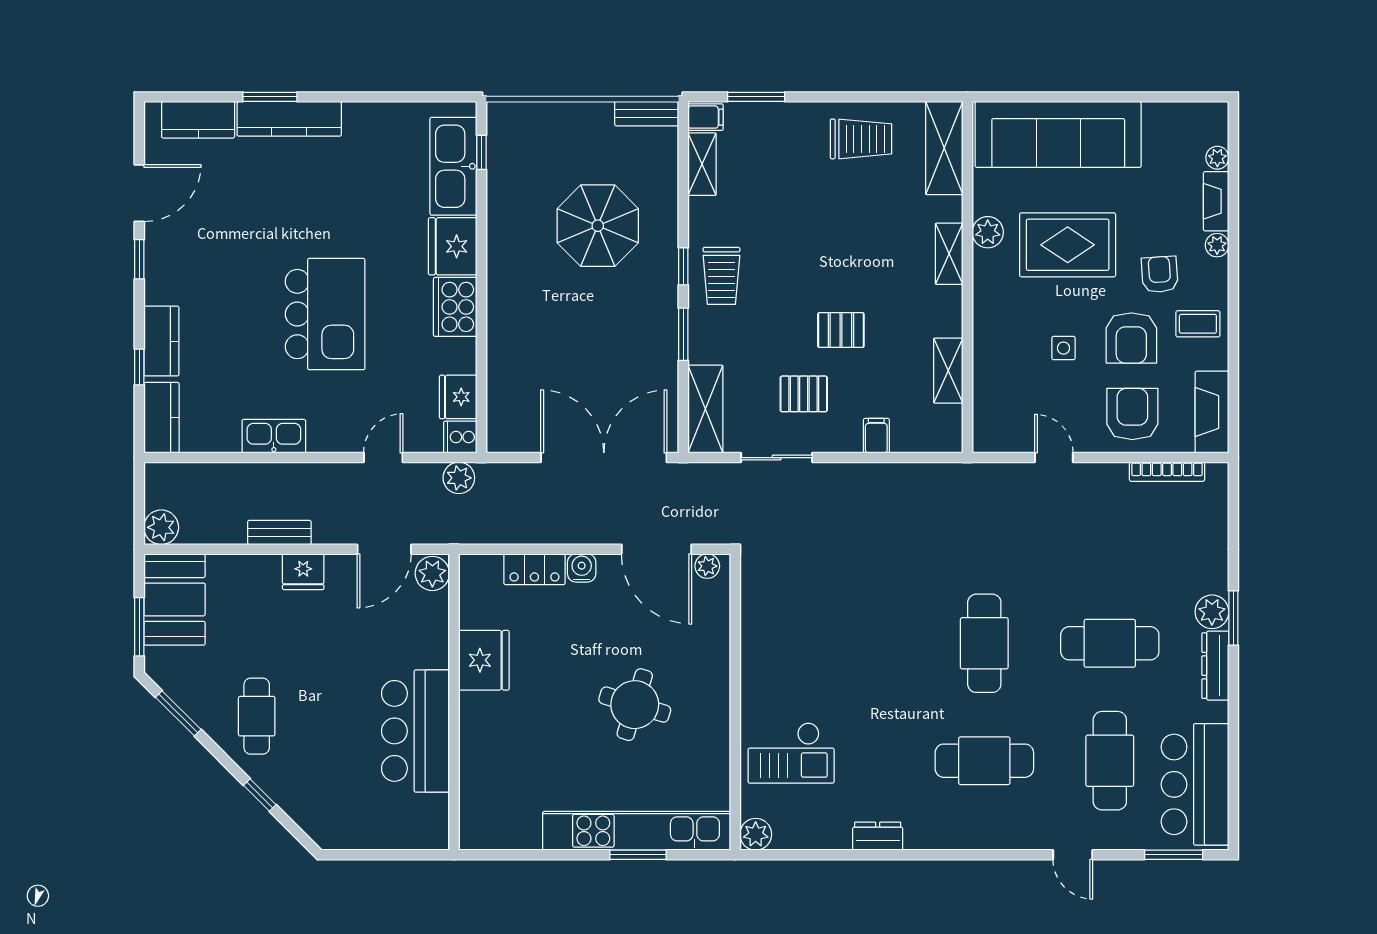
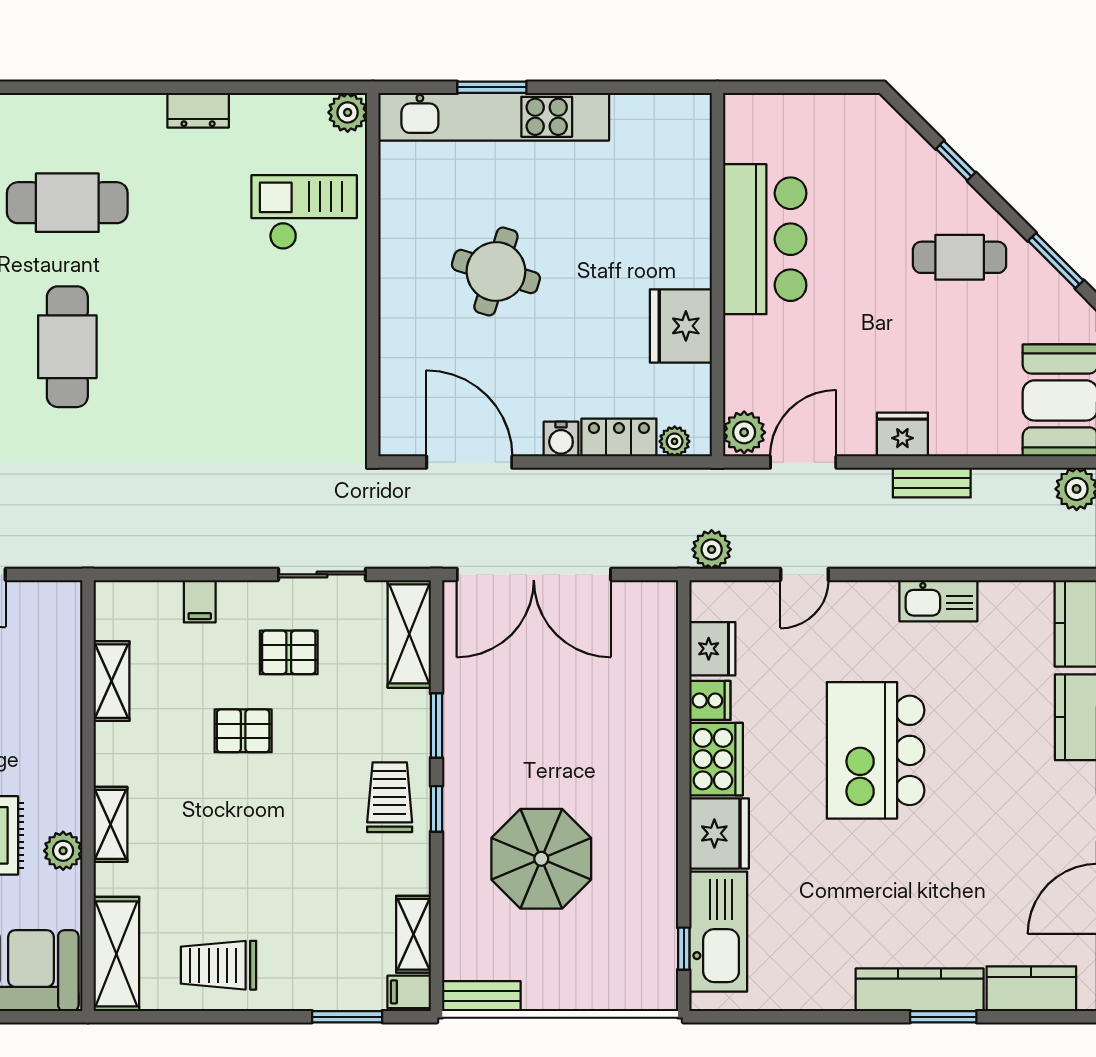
cooker: (460, 437) -> (710, 700), moved
plant: (707, 566) -> (675, 441), moved
cafe table: (257, 716) -> (960, 257), turned 90

